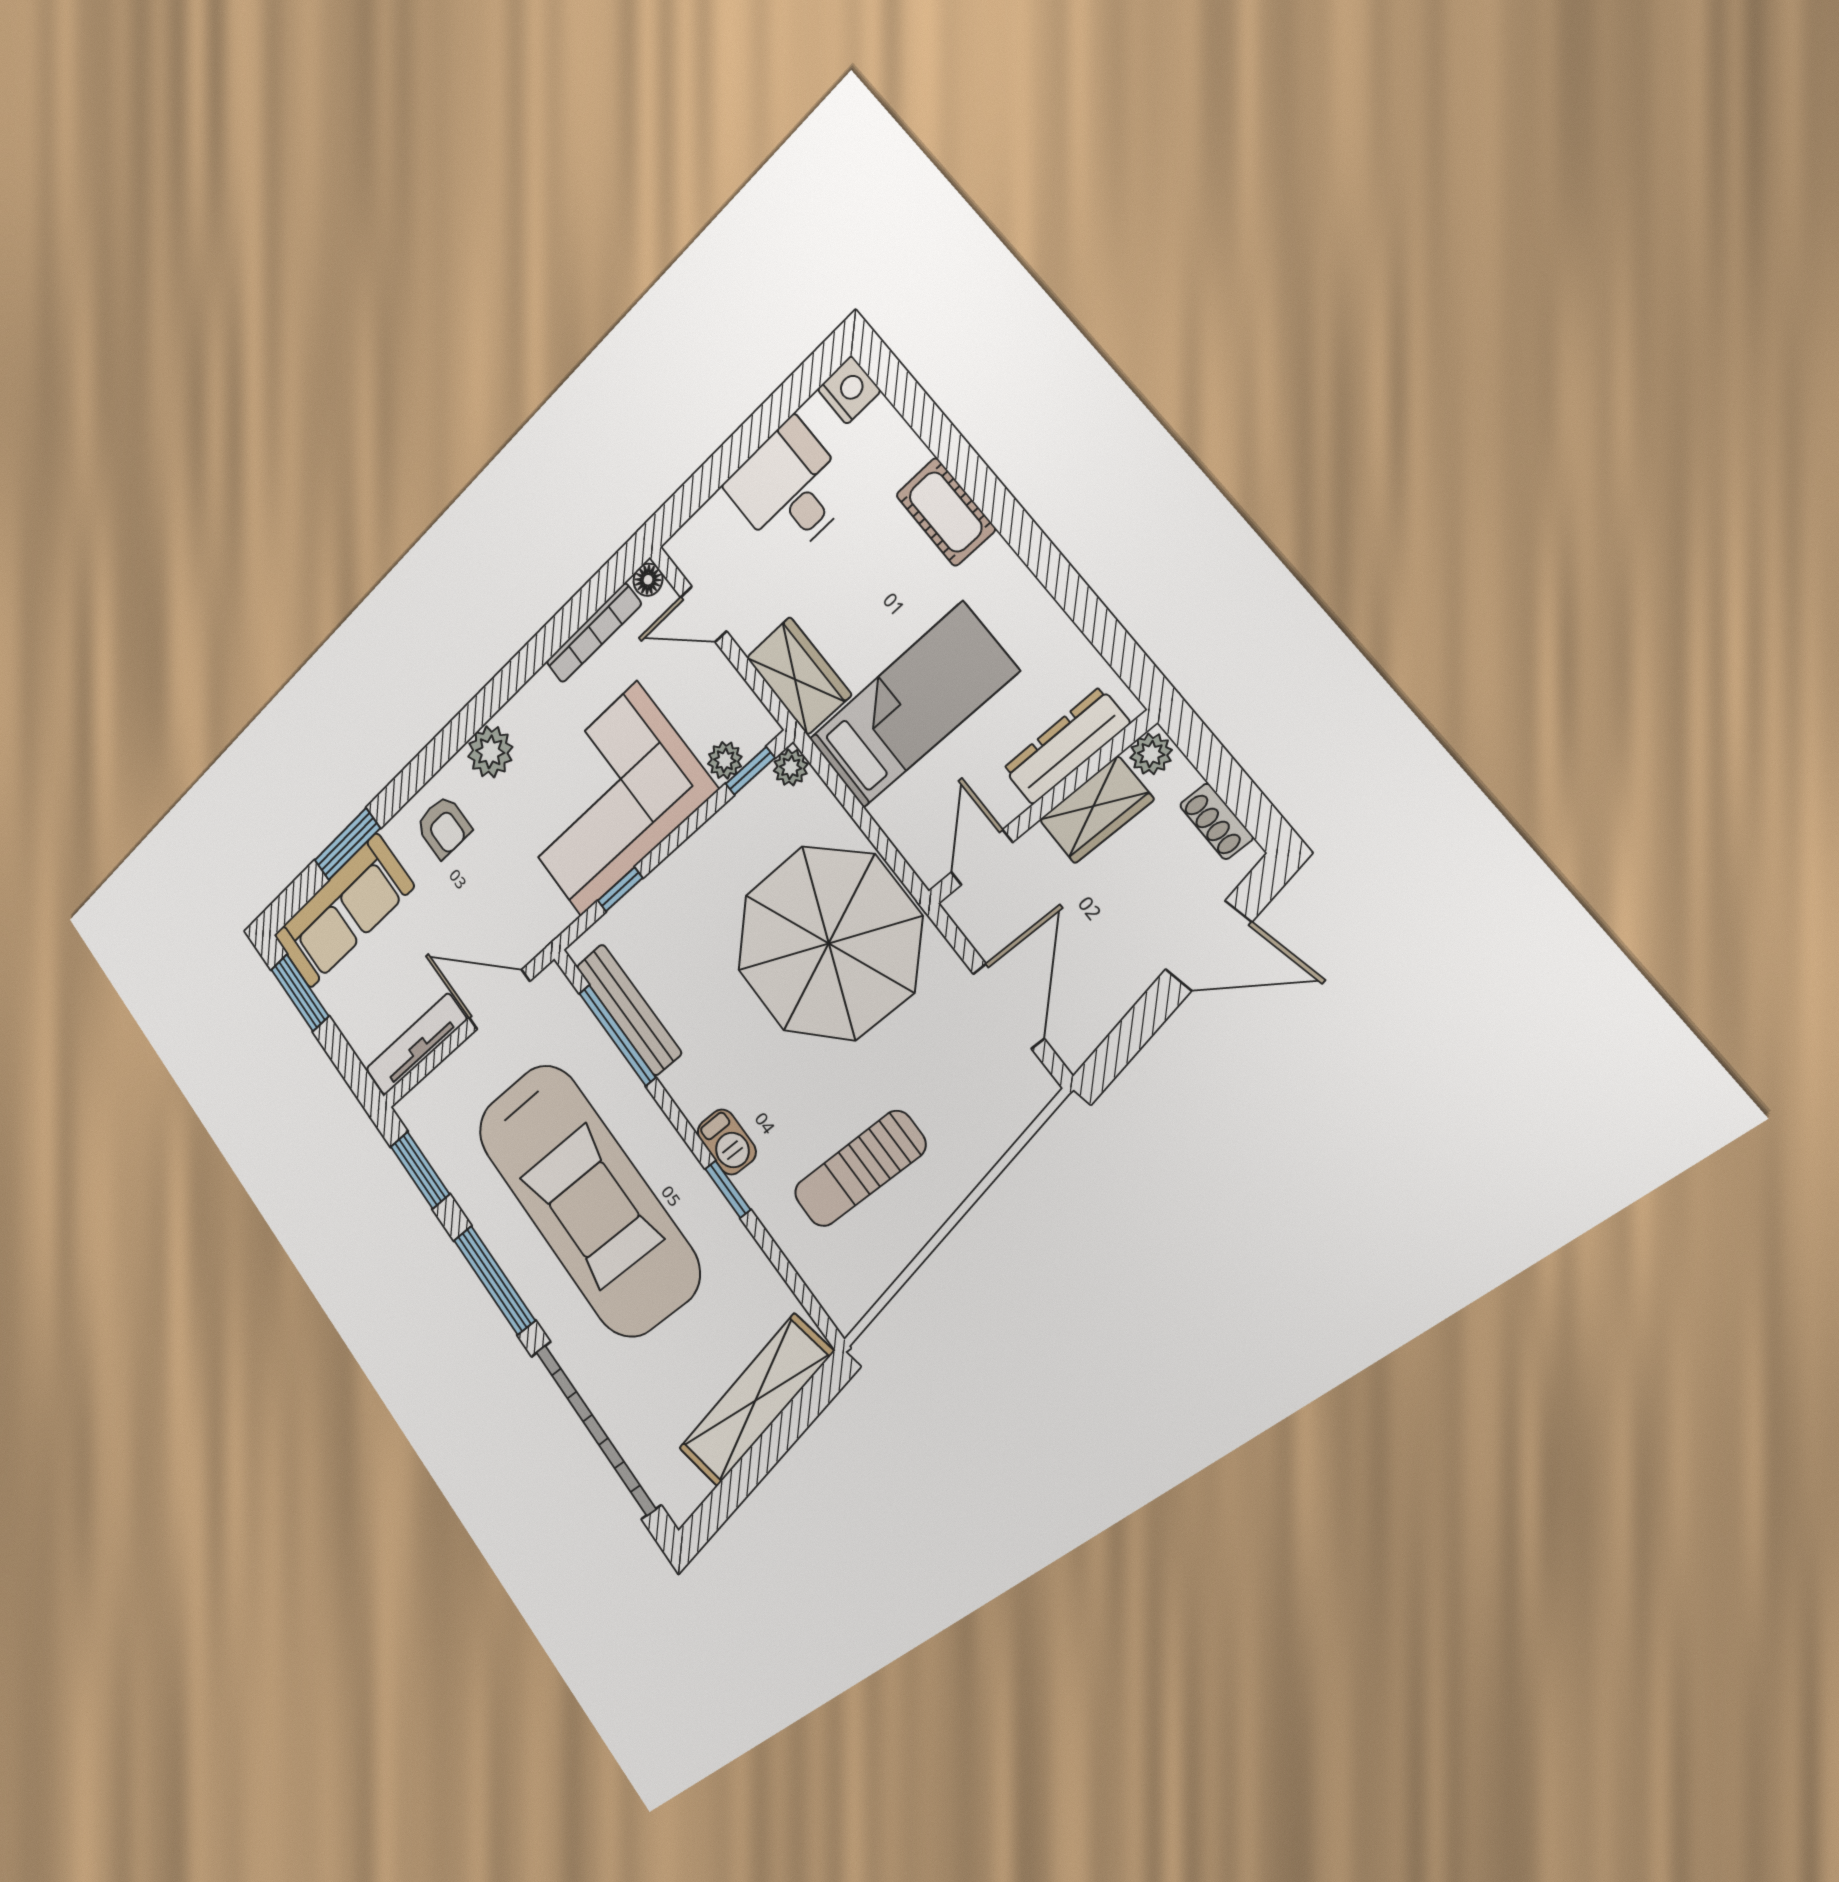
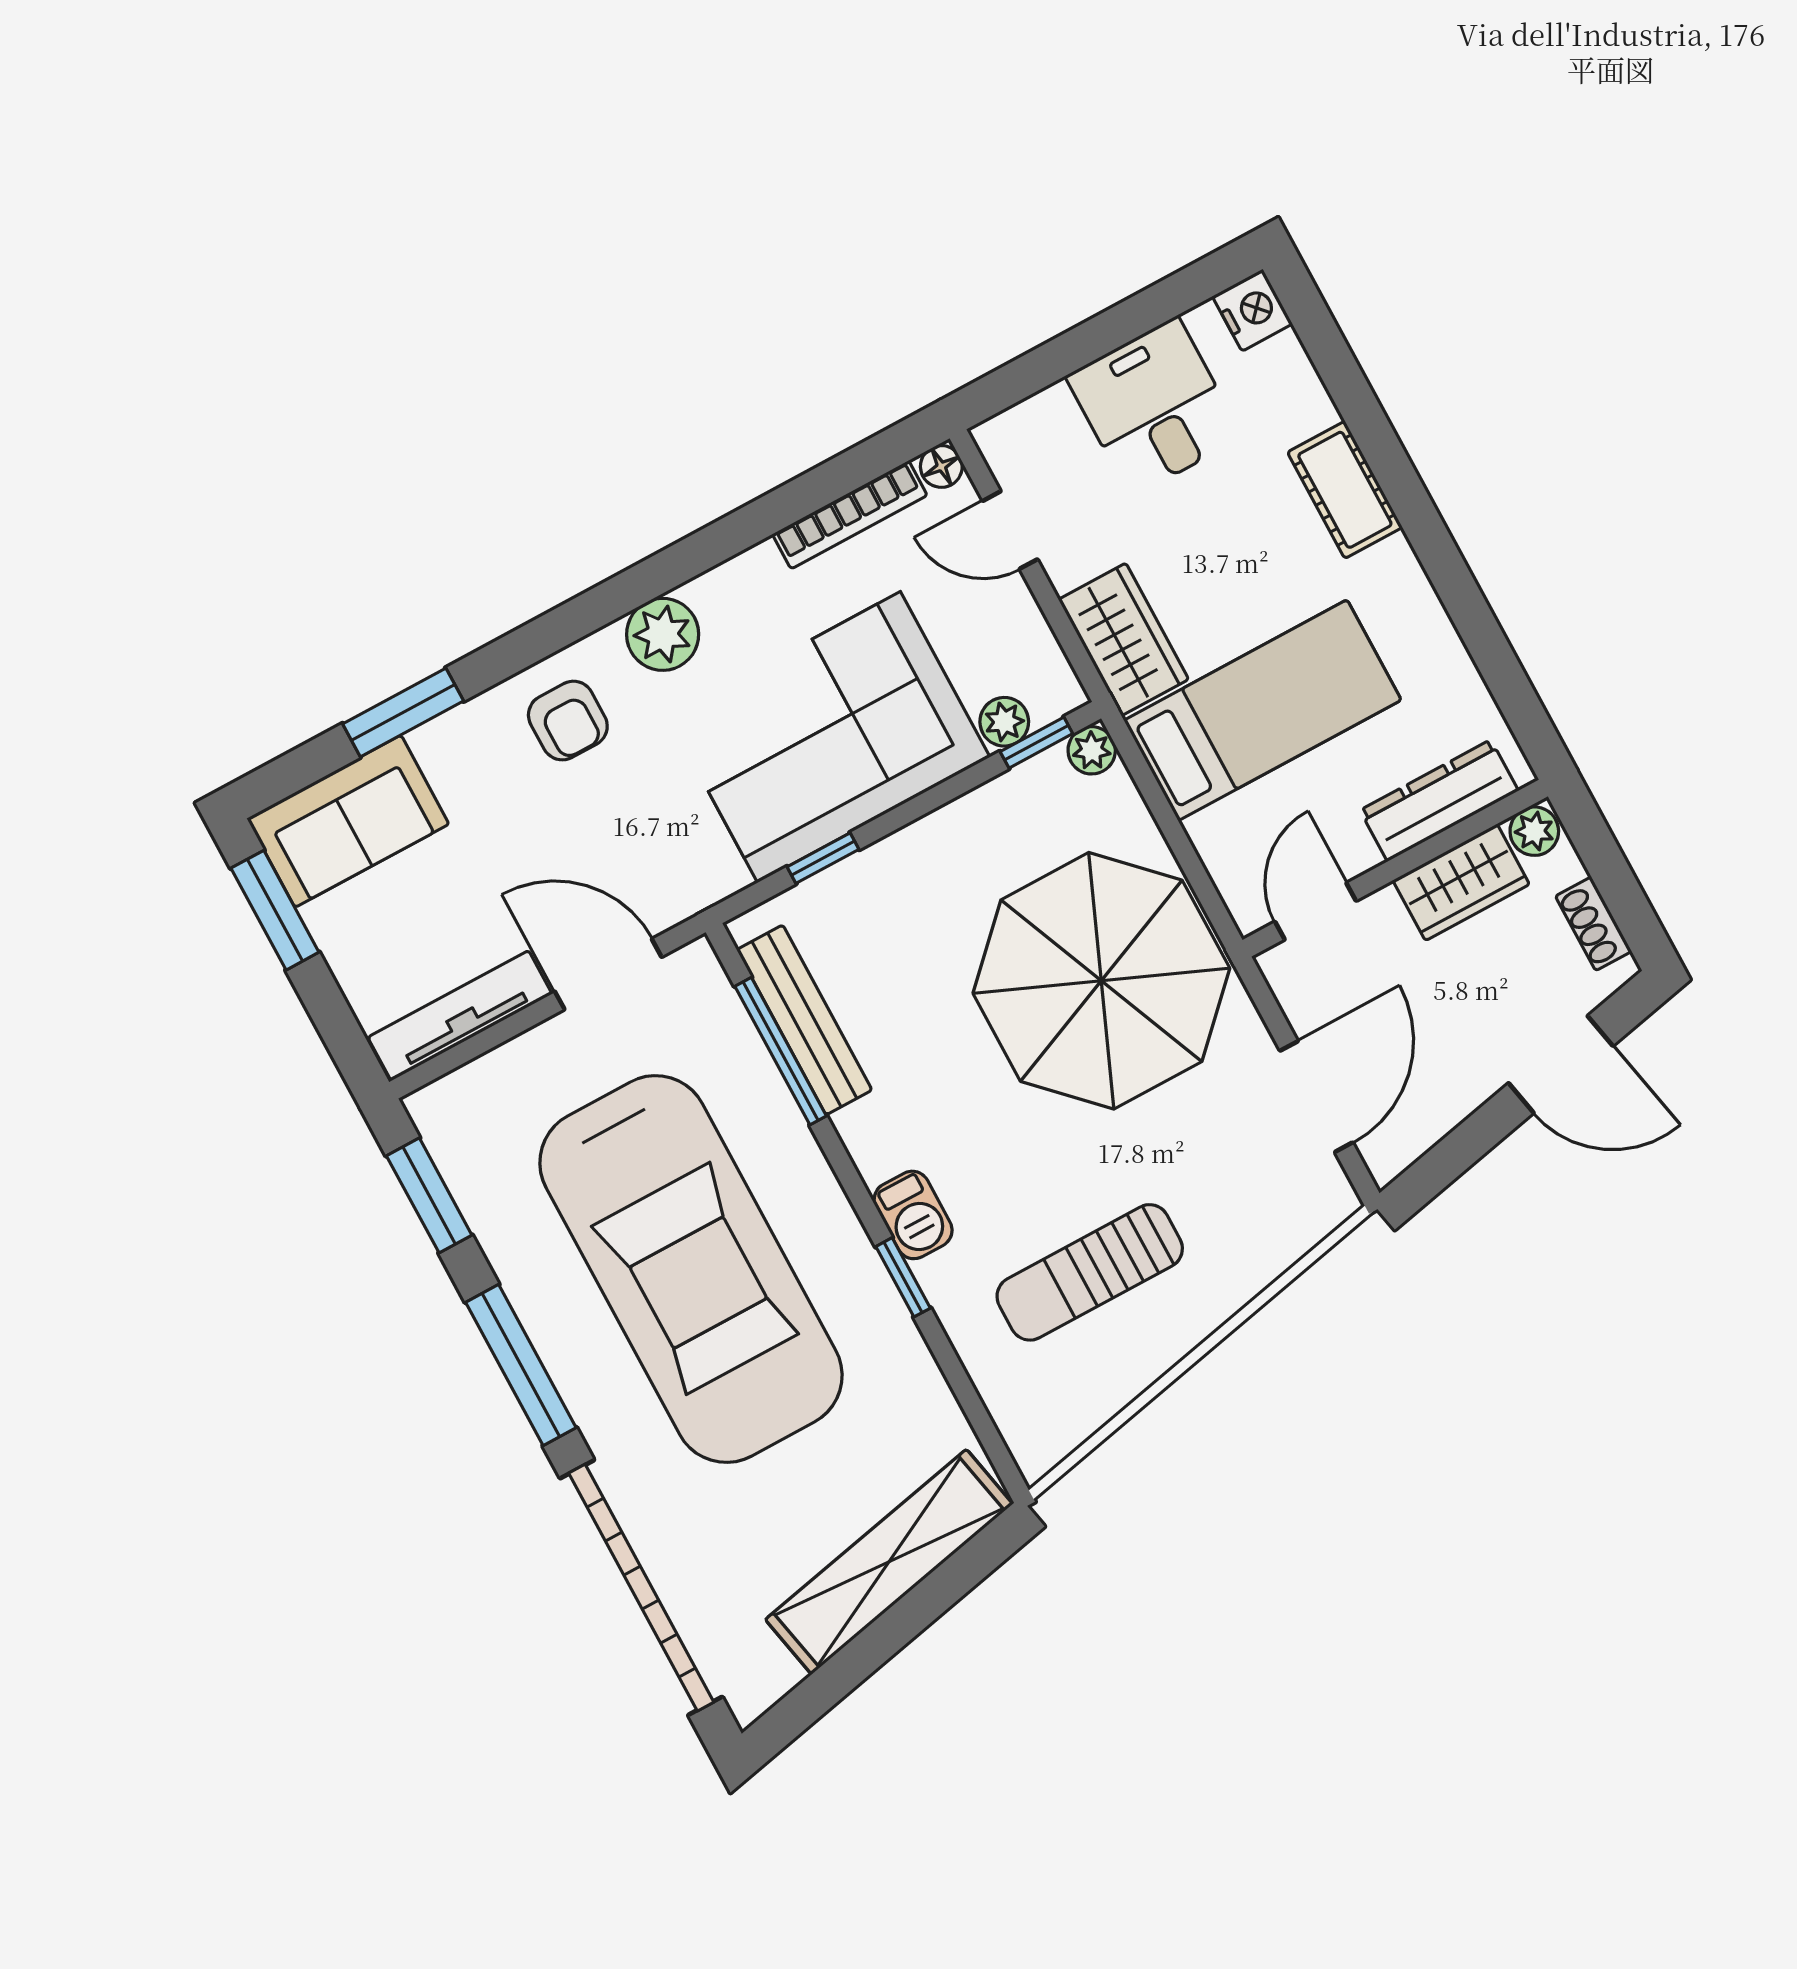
sofa: (343, 911) -> (348, 821), width x0.73

